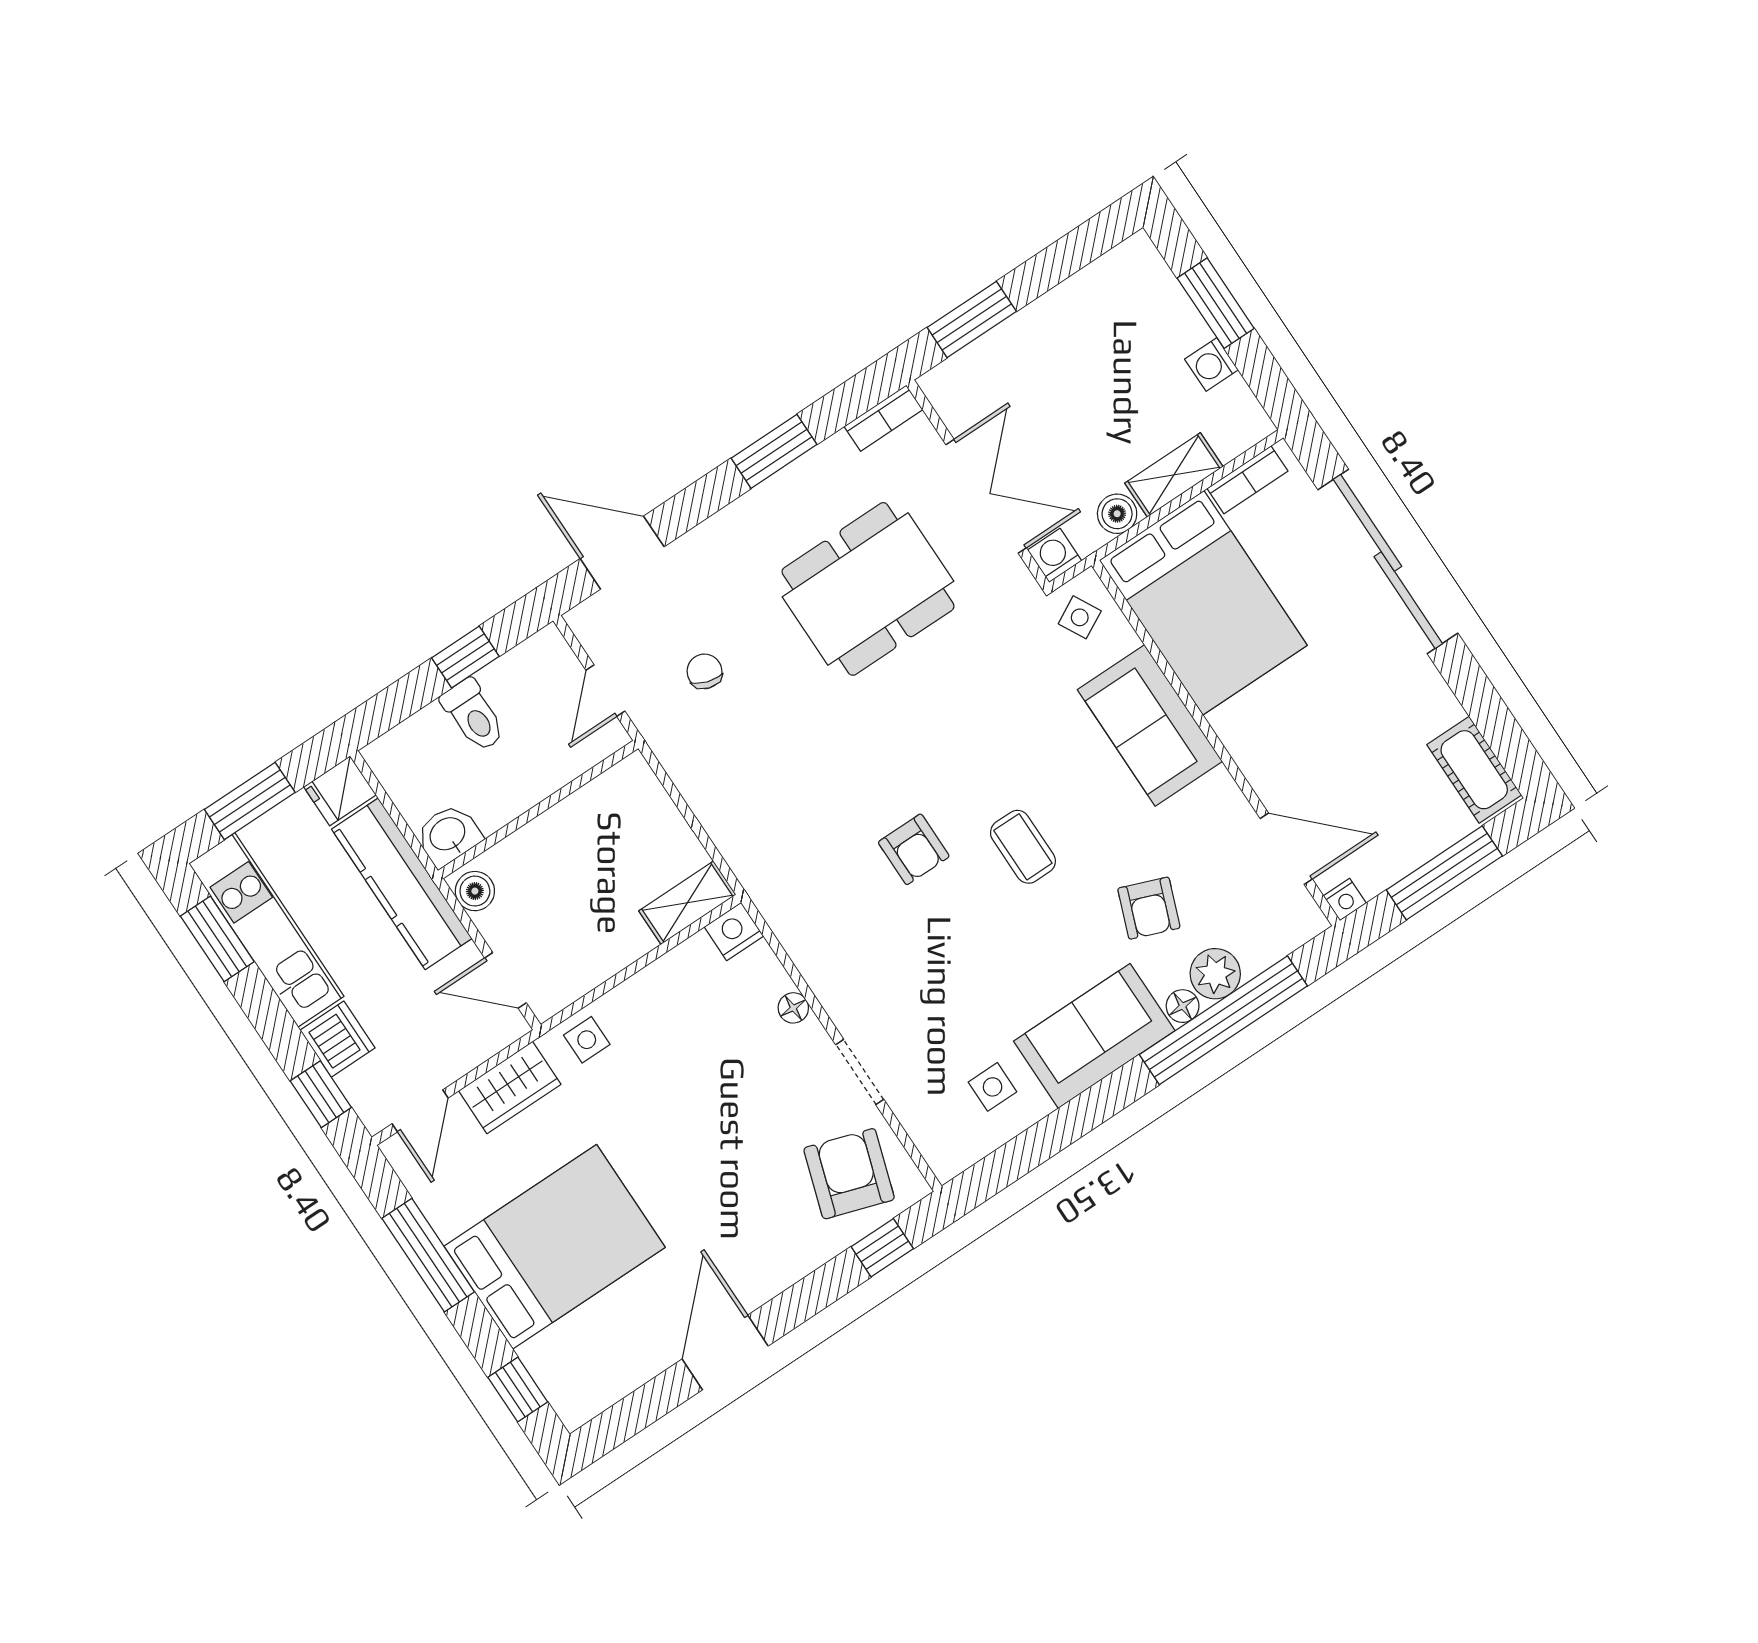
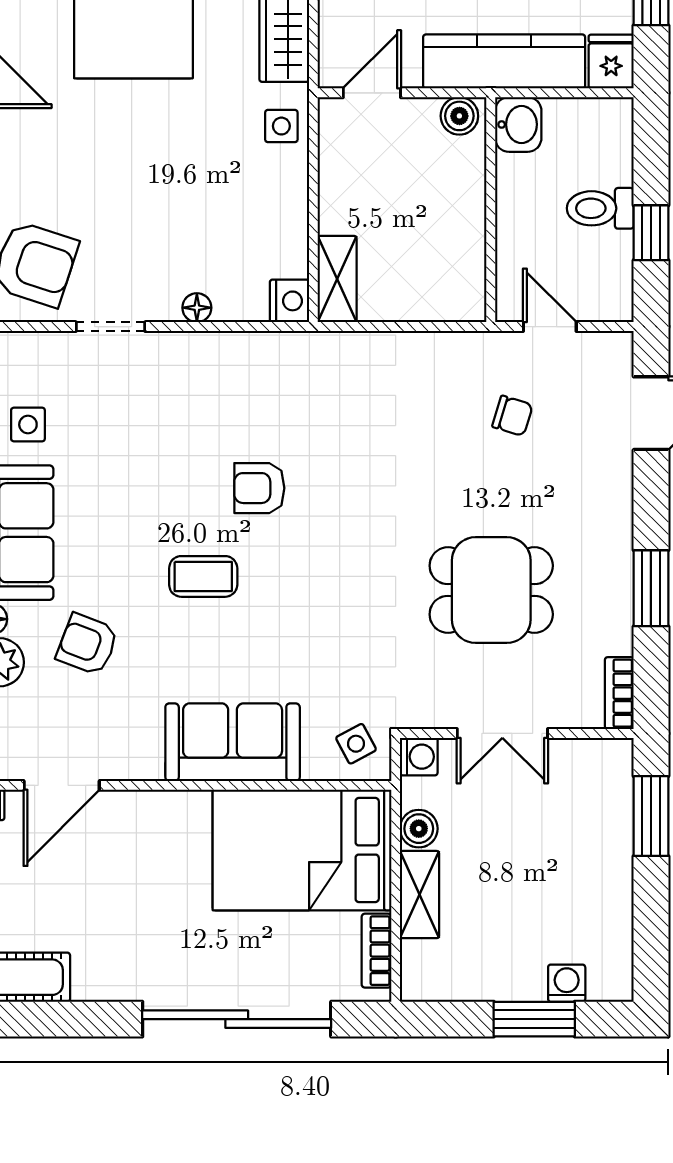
washing machine: (1211, 364) -> (567, 983), moved
double door: (986, 496) -> (502, 733), width x0.73
dining table: (868, 589) -> (491, 590), width x0.73

